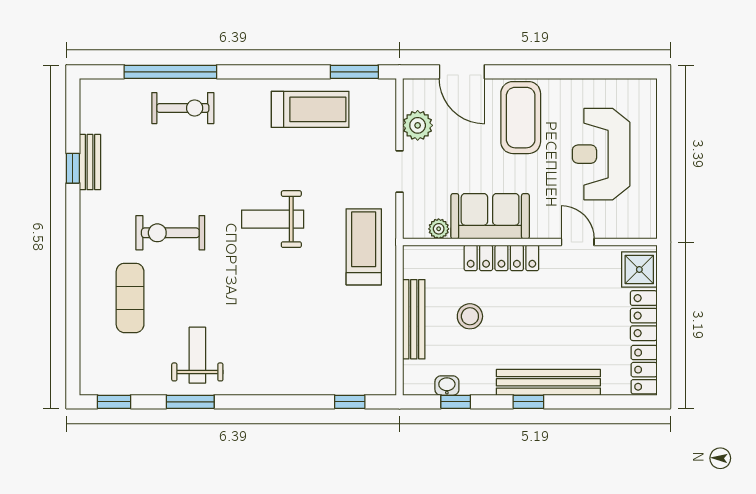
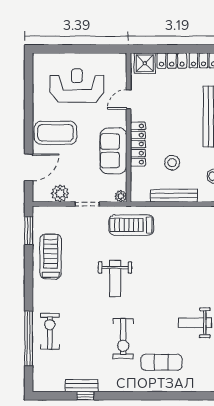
reception desk: (601, 154) -> (77, 86), turned 180
plant: (439, 229) -> (121, 196), moved

